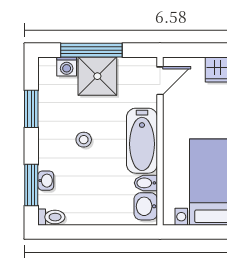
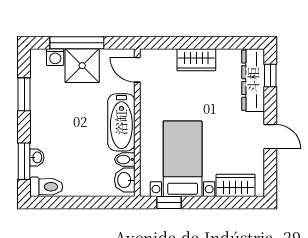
door: (160, 81) -> (137, 70), swing flipped
stool: (84, 140) -> (70, 121), removed
toilet: (51, 217) -> (46, 187), width x1.37, depth x1.39
window: (196, 232) -> (169, 203), added

